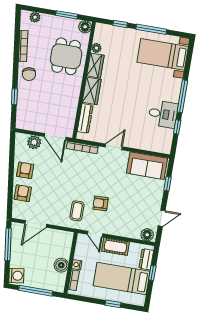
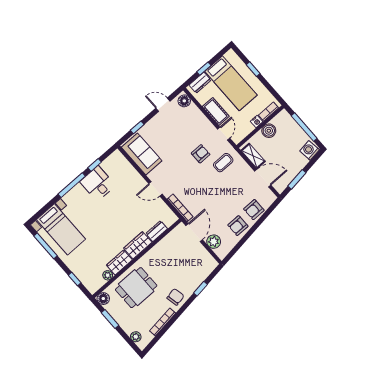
window: (151, 29) -> (45, 246), moved
dresser: (85, 118) -> (157, 231), width x0.70
armchair: (100, 203) -> (201, 154), turned -88
shelving: (58, 235) -> (253, 156), added
window: (8, 244) -> (297, 179), width x0.69

